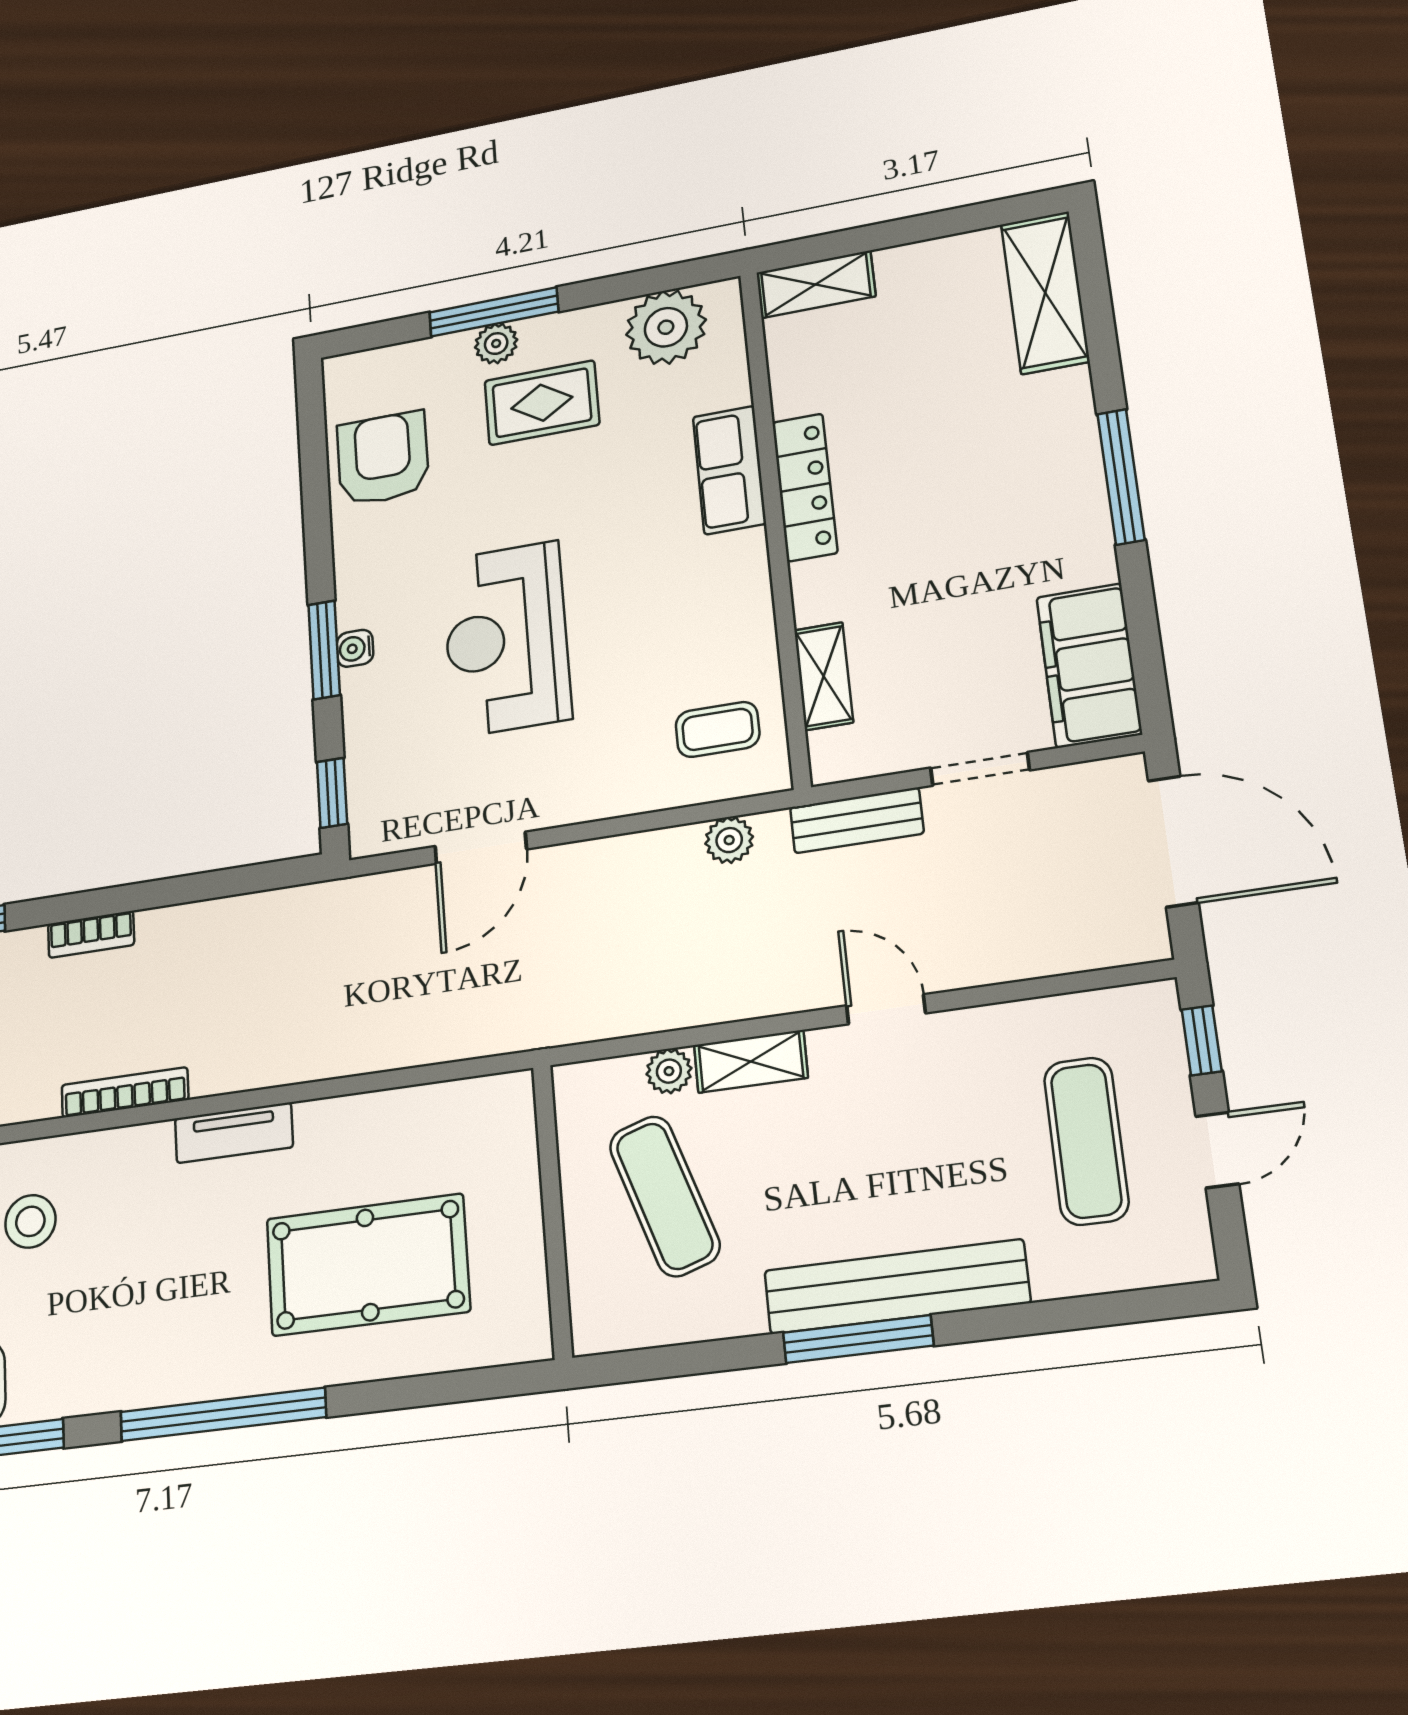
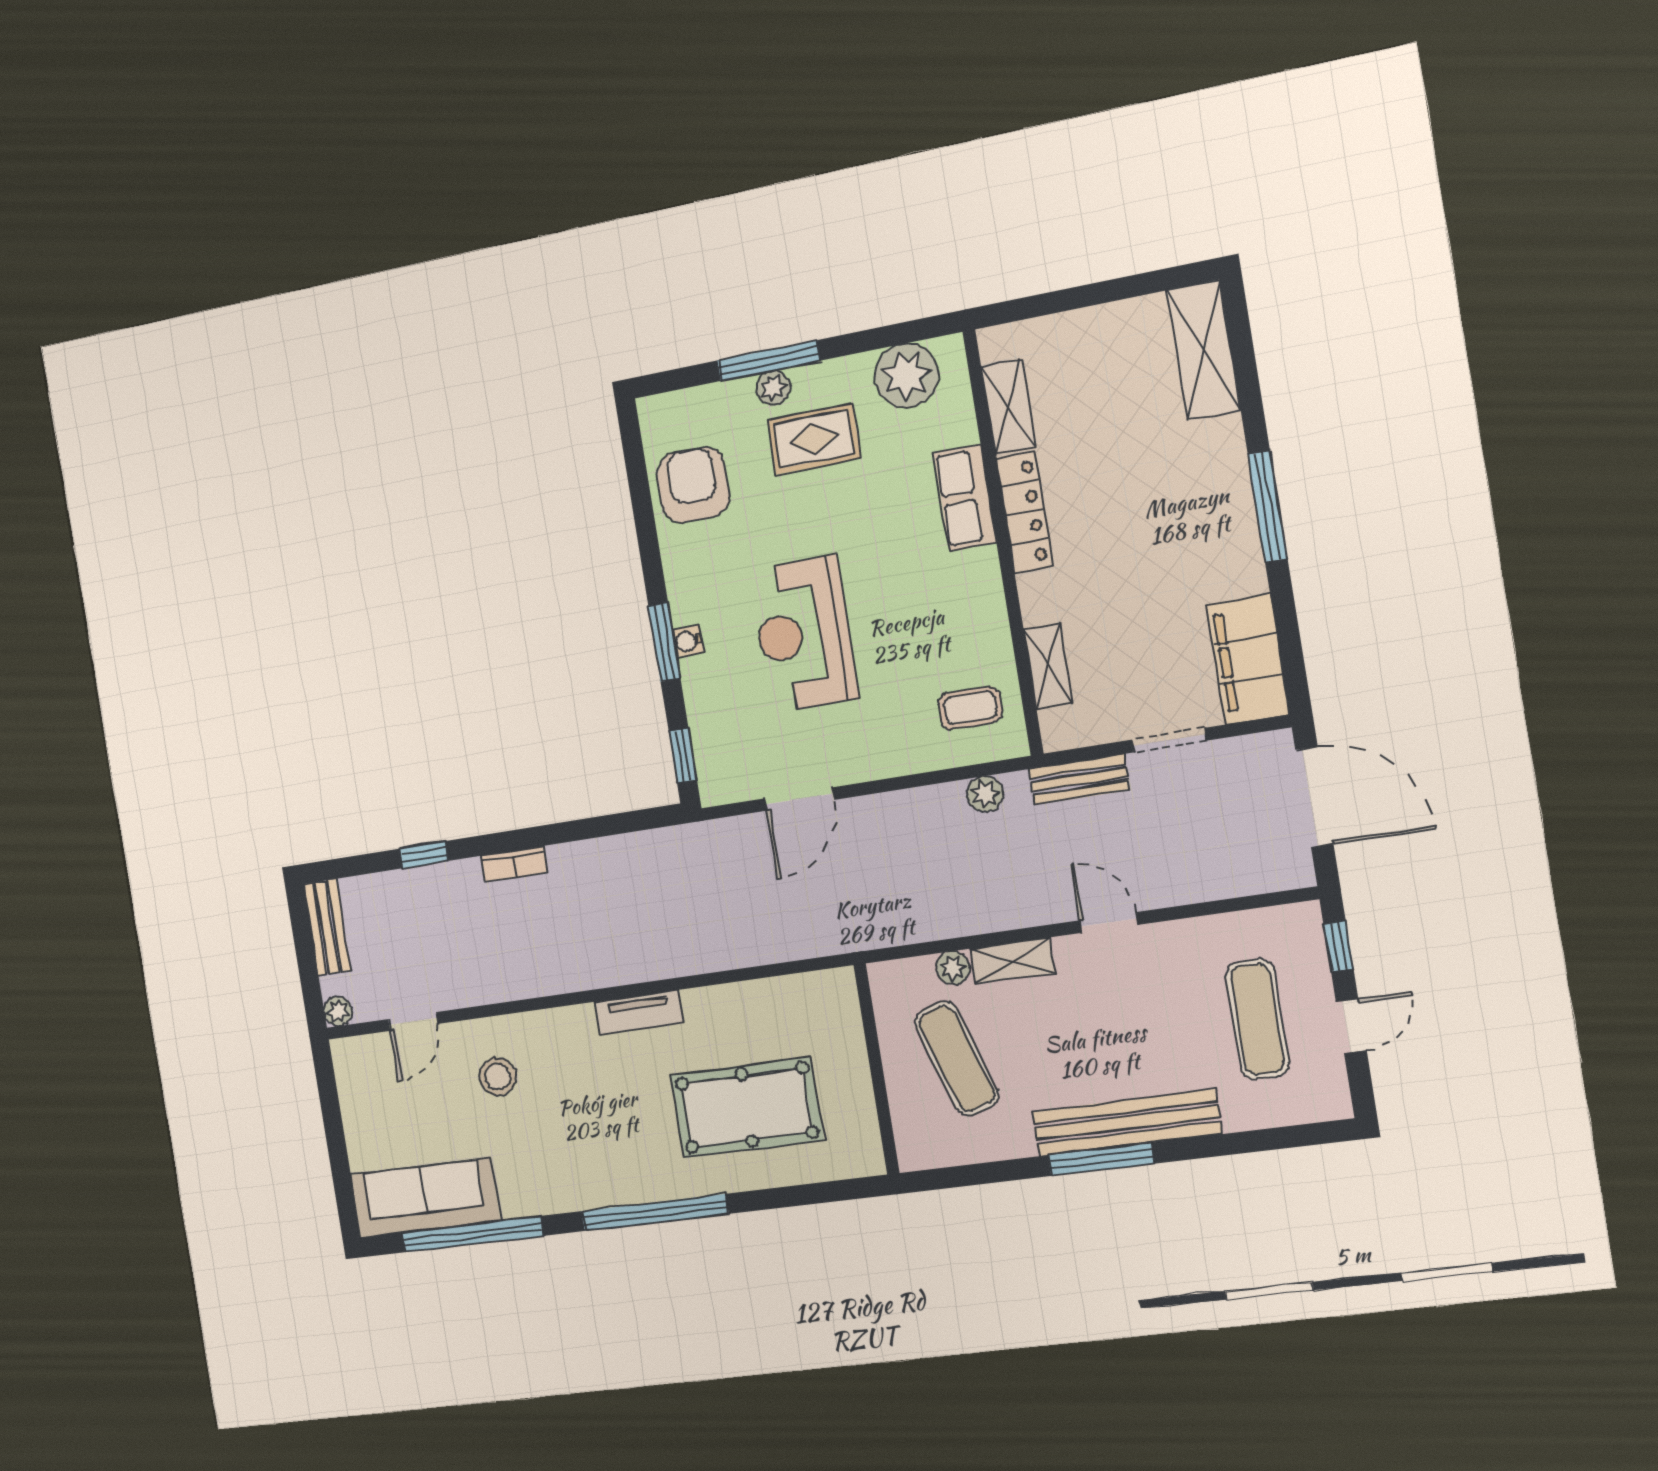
shelving: (816, 284) -> (1008, 407), moved, turned 90
bookcase: (125, 1092) -> (555, 983), removed

